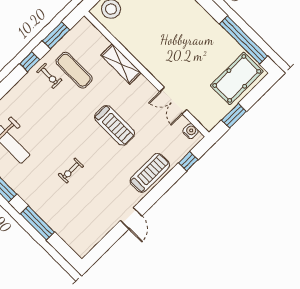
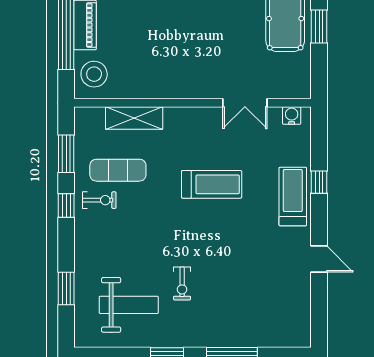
shelving: (121, 64) -> (134, 118), moved
window: (234, 116) -> (319, 27), moved
window: (188, 161) -> (319, 182), moved
exercise bike: (71, 171) -> (182, 283), moved

